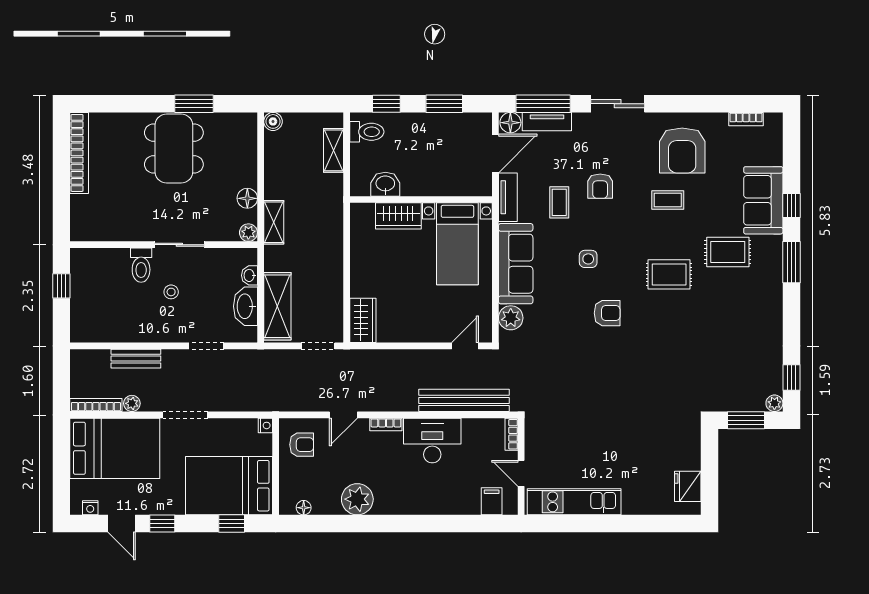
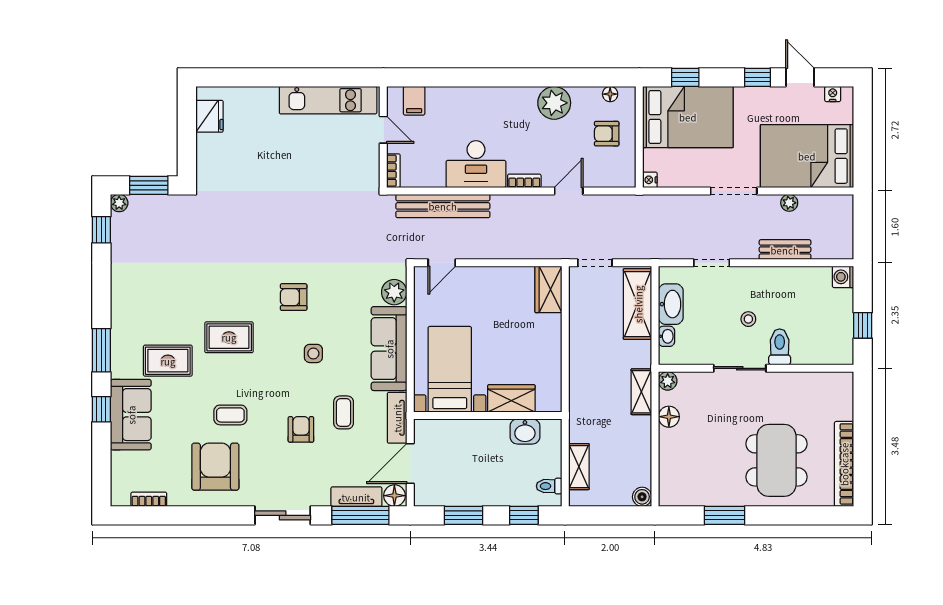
toilet: (367, 132) -> (549, 486), width x0.73, depth x0.72
dining table: (174, 149) -> (776, 460), moved
washing machine: (80, 332) -> (843, 277), added
bookcase: (96, 405) -> (827, 201), removed
armchair: (302, 445) -> (607, 134), moved

